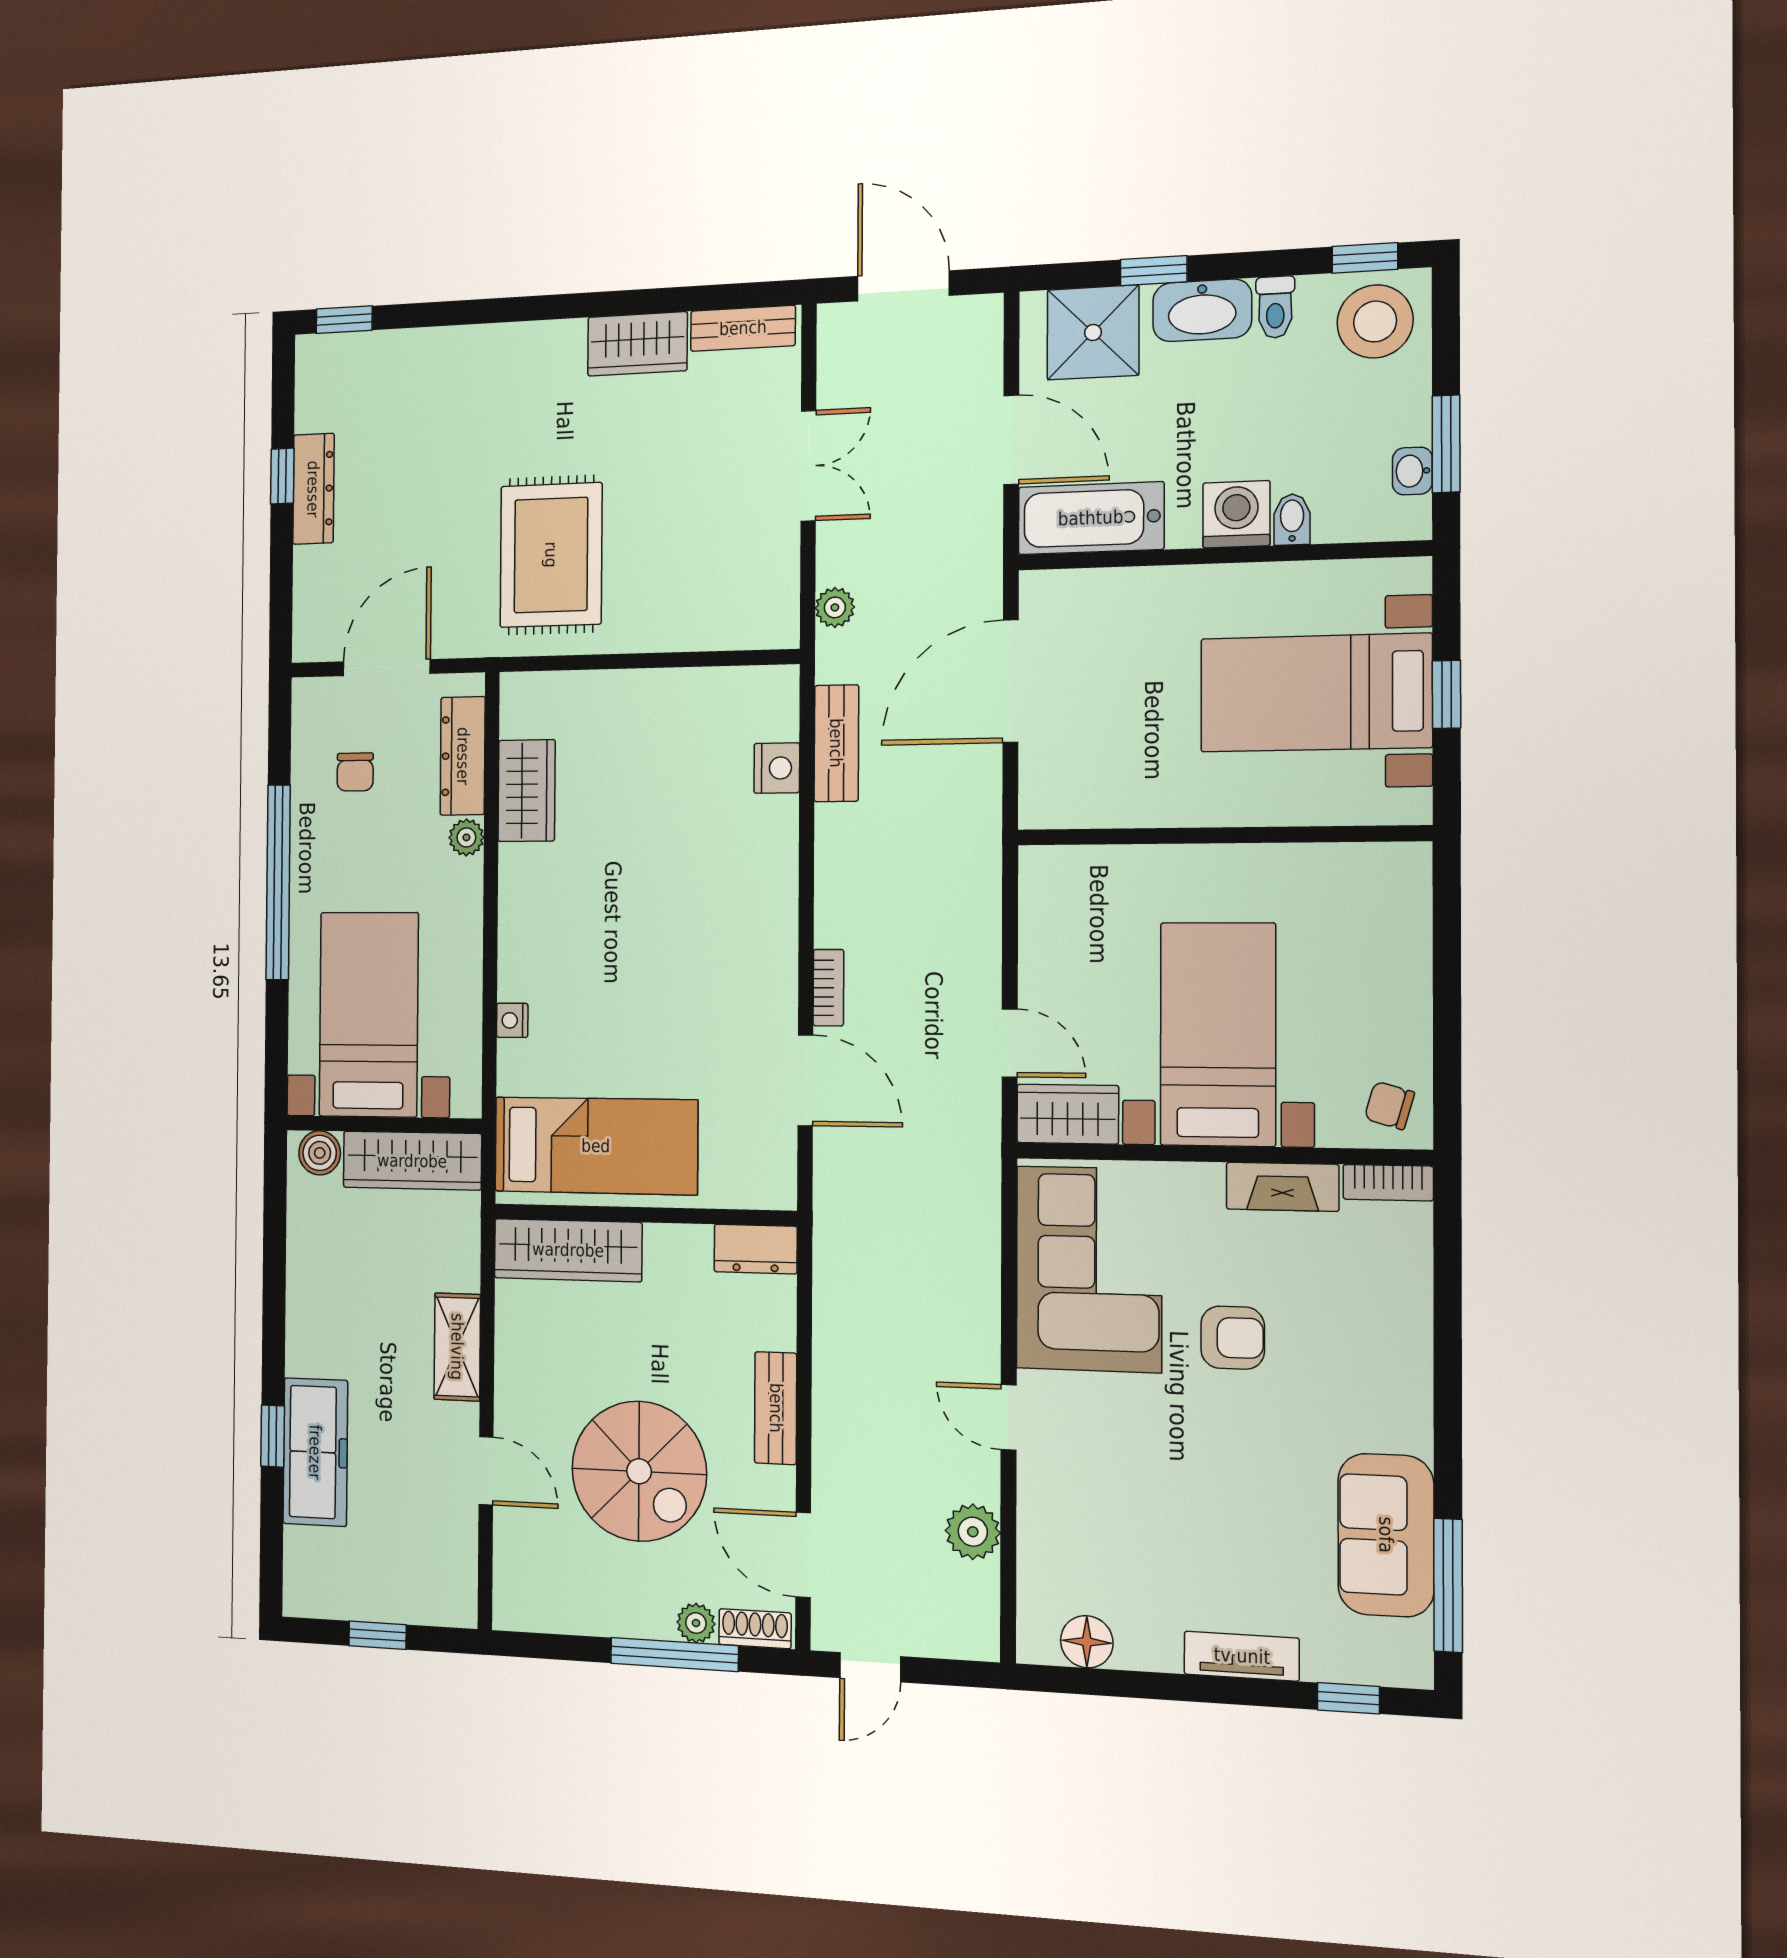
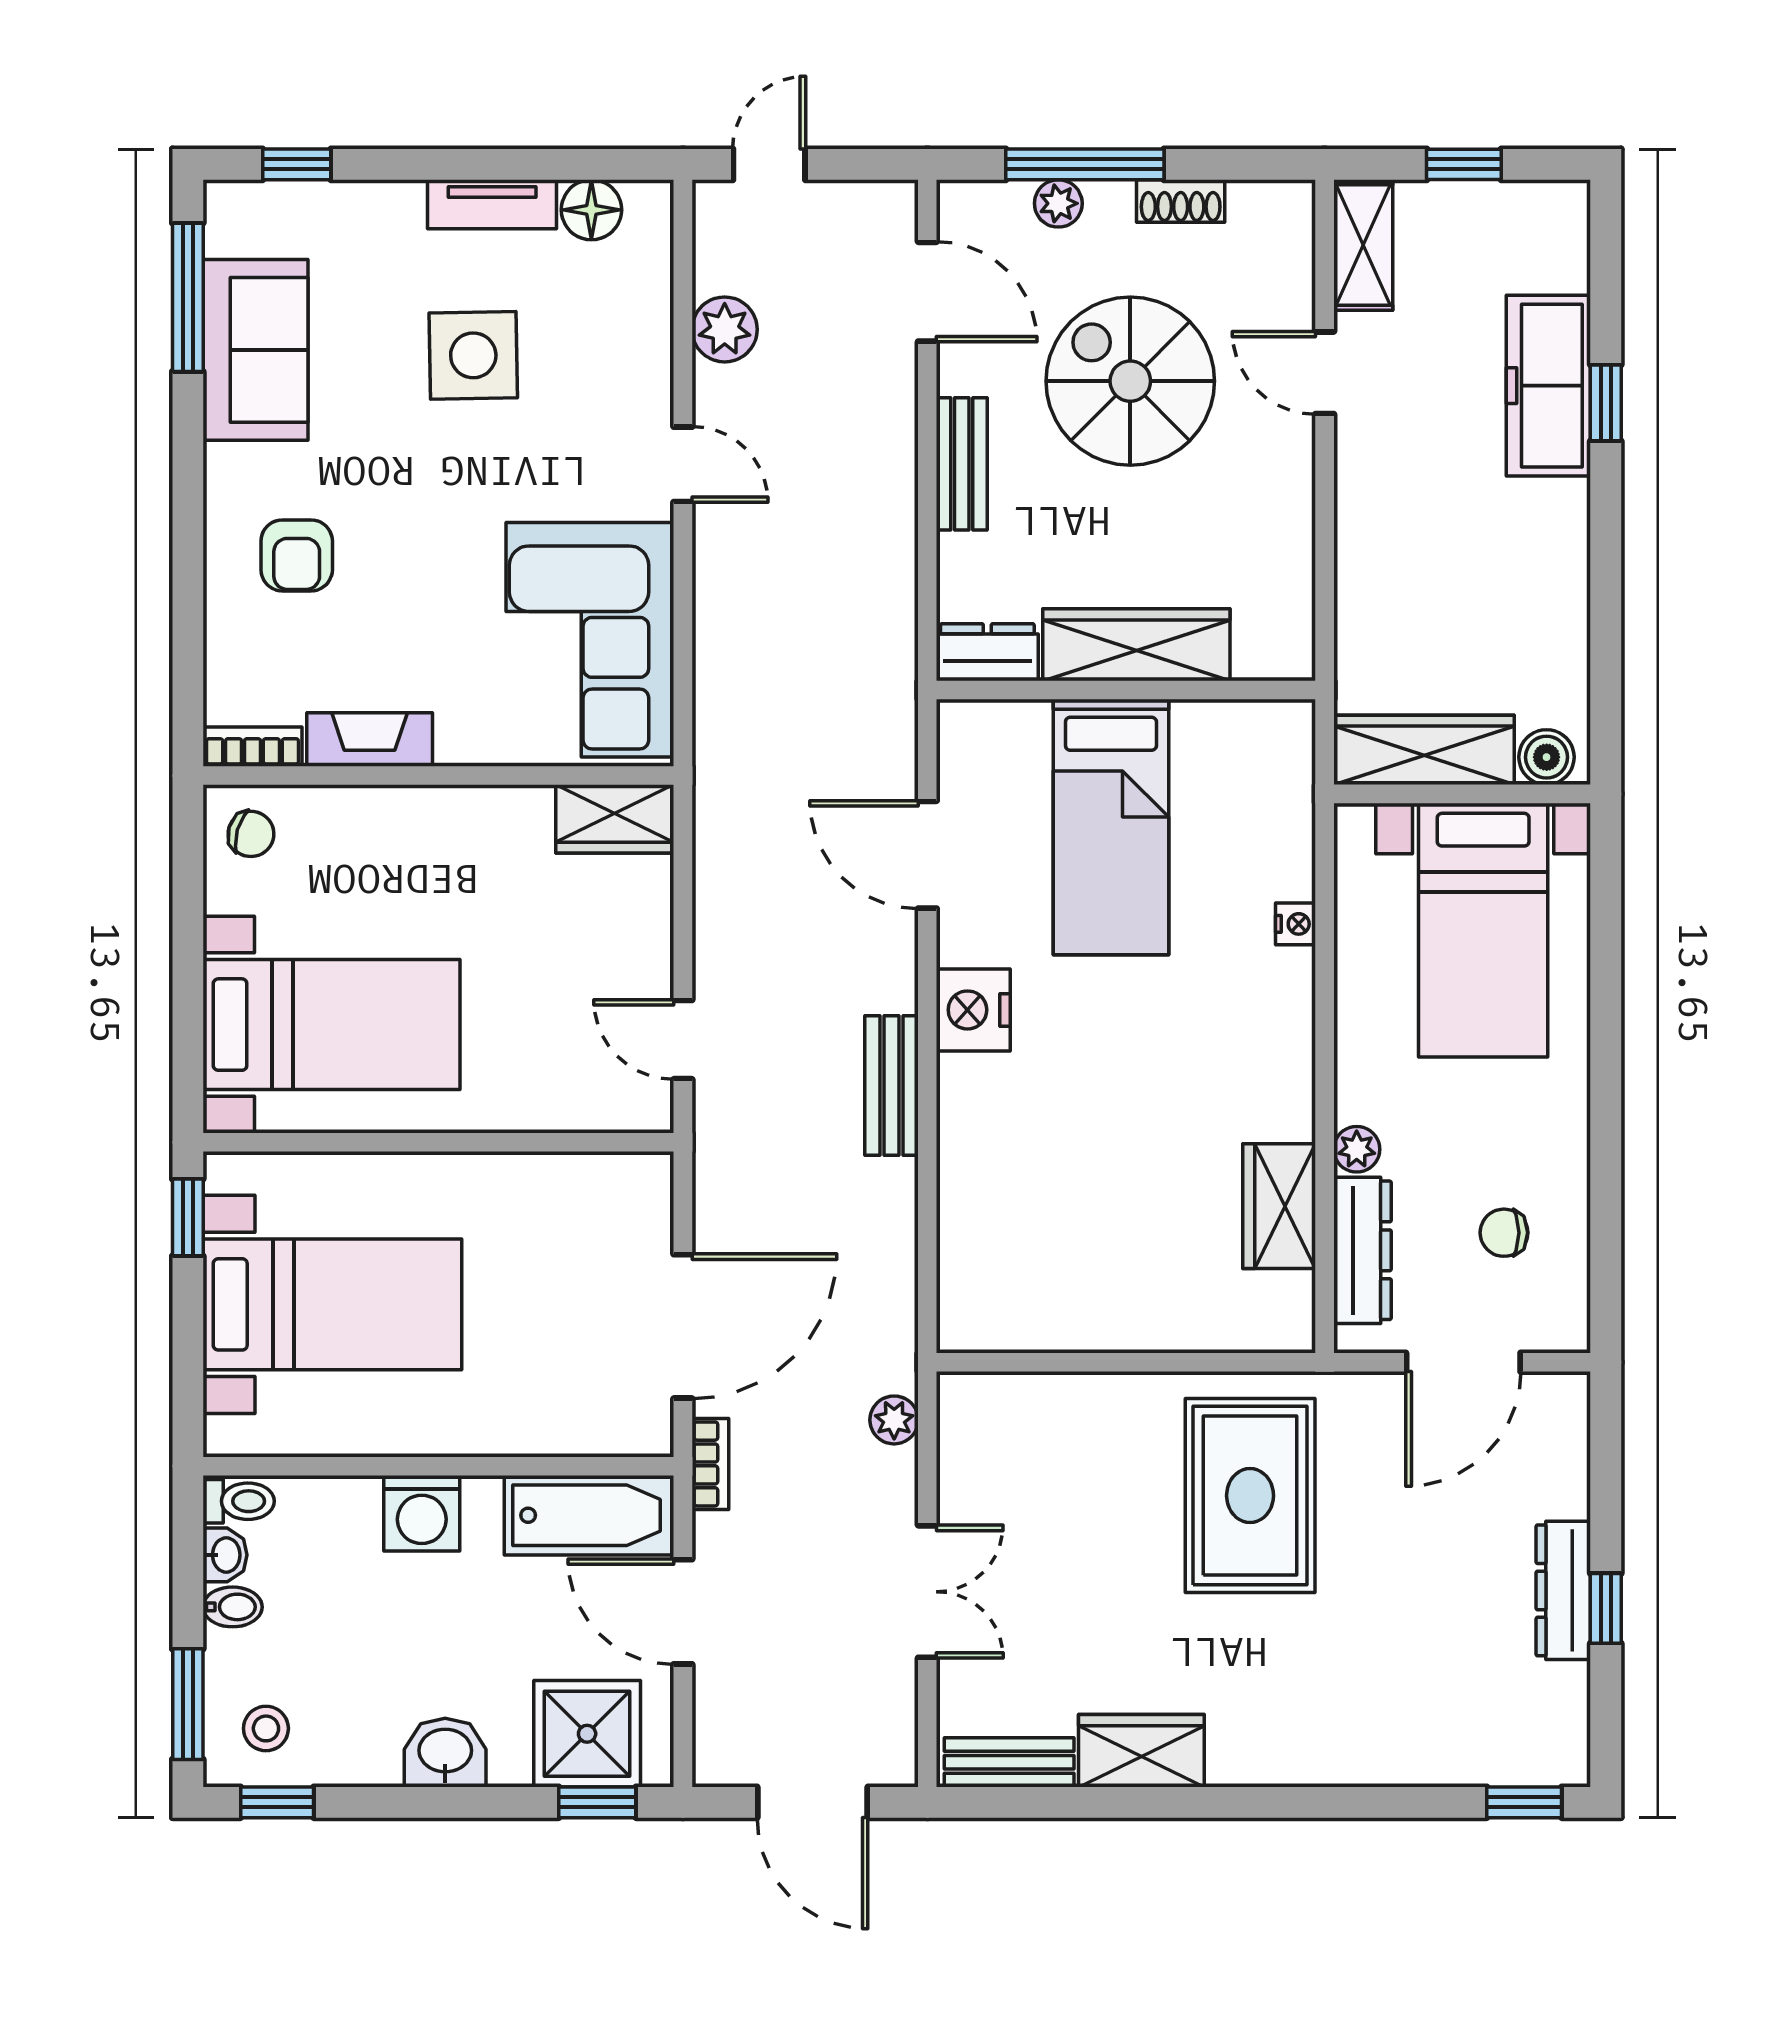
window: (1154, 271) -> (597, 1802), moved
toilet: (1275, 307) -> (239, 1501), moved, turned 90
washbasin: (1202, 310) -> (445, 1753), width x0.72
stool: (1375, 321) -> (266, 1728), width x0.53, depth x0.53
window: (1446, 444) -> (188, 1704), moved
double door: (808, 466) -> (927, 1592), swing flipped
bidet: (1292, 519) -> (233, 1607), moved, turned -90
window: (1446, 694) -> (188, 1217), moved
bench: (836, 743) -> (891, 1086), moved
nightstand: (777, 768) -> (973, 1010), moved, width x1.36, depth x1.33
chair: (355, 772) -> (1504, 1233), turned -90
window: (278, 882) -> (1606, 1095), removed
bookcase: (828, 988) -> (710, 1464), moved, turned 180
bed with nightstands: (1218, 1034) -> (331, 1025), moved, turned -90
door: (1010, 1043) -> (683, 1040), moved
bed: (596, 1146) -> (1111, 827), moved, turned -90
wardrobe: (568, 1250) -> (1136, 645), moved
armchair: (1233, 1338) -> (297, 555), moved, turned -90
shelving: (457, 1347) -> (1363, 245), moved
side table: (1190, 1520) -> (473, 355), added
shoe rack: (755, 1629) -> (1181, 201), moved
tv unit: (1242, 1656) -> (492, 204), moved
door: (870, 1667) -> (769, 164), moved

